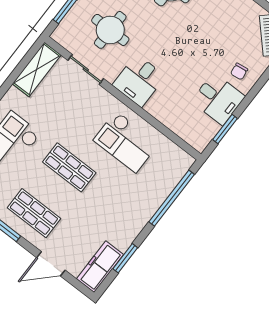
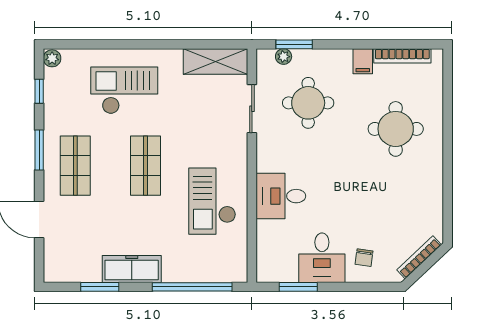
plant: (68, 23) -> (284, 57), added
chair: (239, 71) -> (364, 258), turned -75
desk: (139, 81) -> (281, 196), moved
freezer: (100, 267) -> (132, 269), moved

